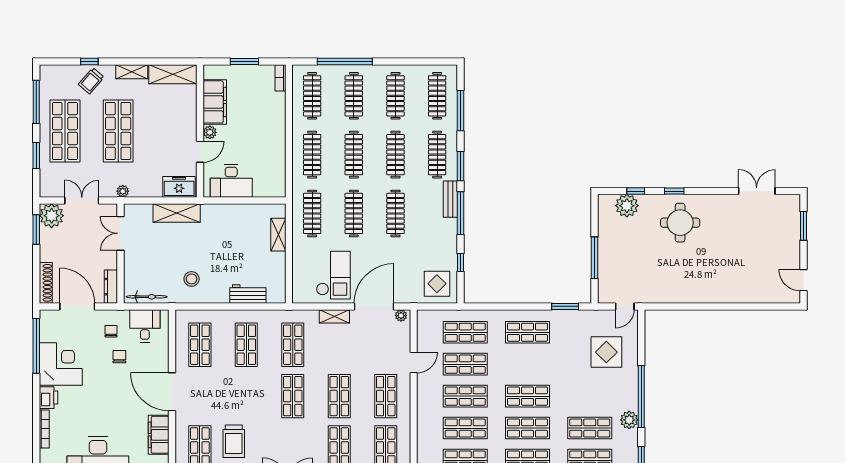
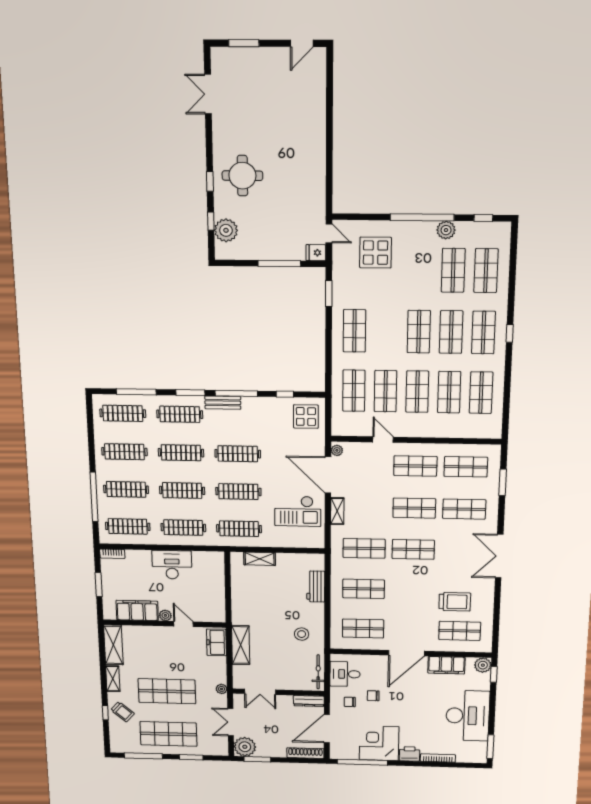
desk: (231, 181) -> (172, 565), moved, turned -90
checkout: (333, 275) -> (298, 511), turned 180
fridge: (606, 294) -> (316, 253), added

